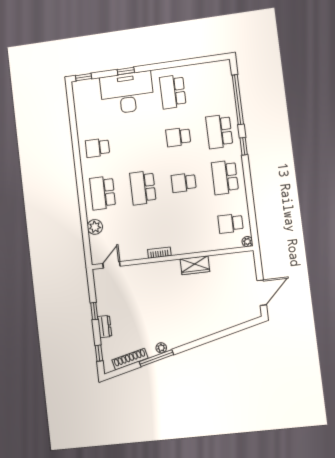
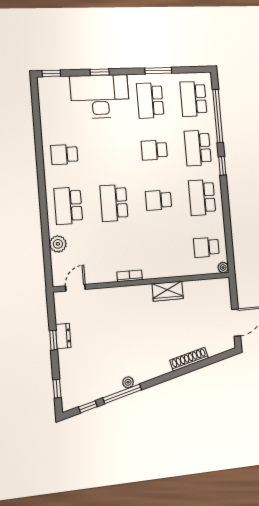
window: (179, 63) -> (158, 71), added
school desk: (214, 86) -> (194, 99), added
dresser: (105, 327) -> (63, 336), moved
shoe rack: (130, 359) -> (189, 359), moved
window: (126, 369) -> (88, 407), added

